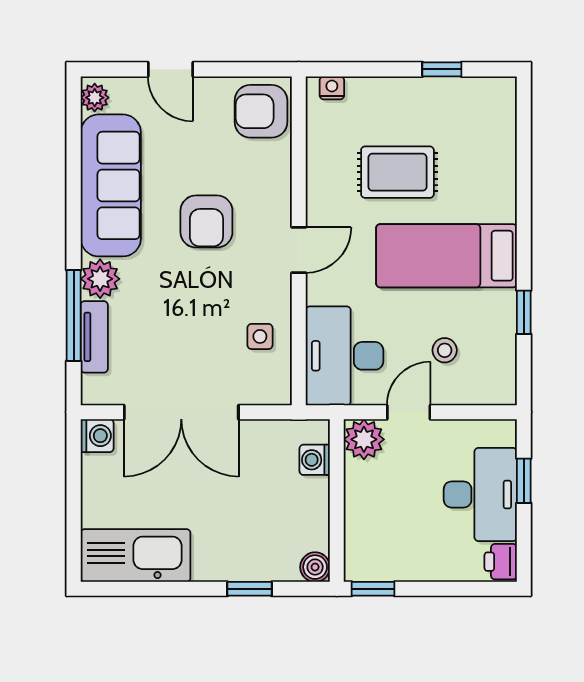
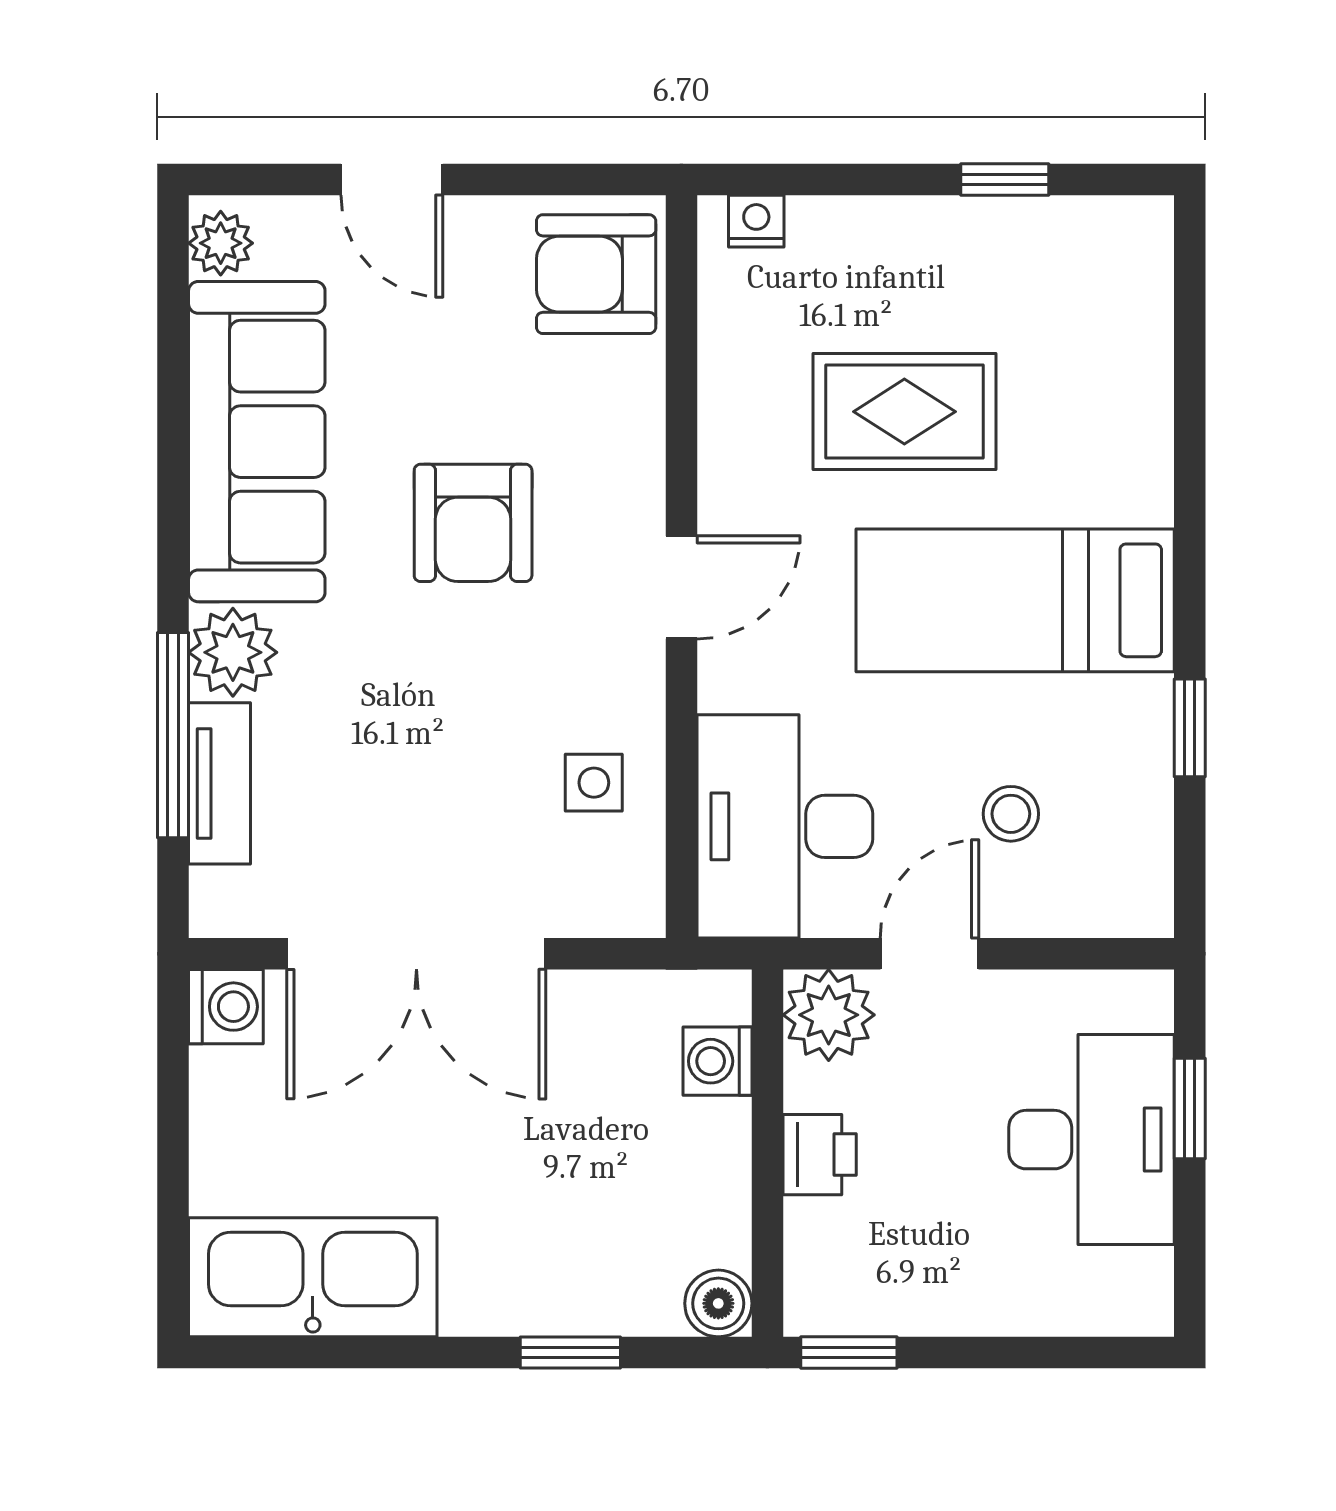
printer: (501, 562) -> (820, 1155), moved, turned 180

